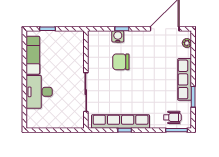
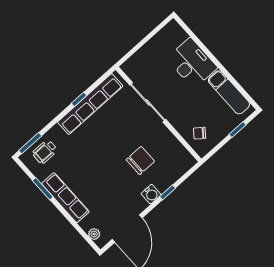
water cooler: (118, 36) -> (151, 194), moved
chair: (72, 47) -> (200, 133), added

